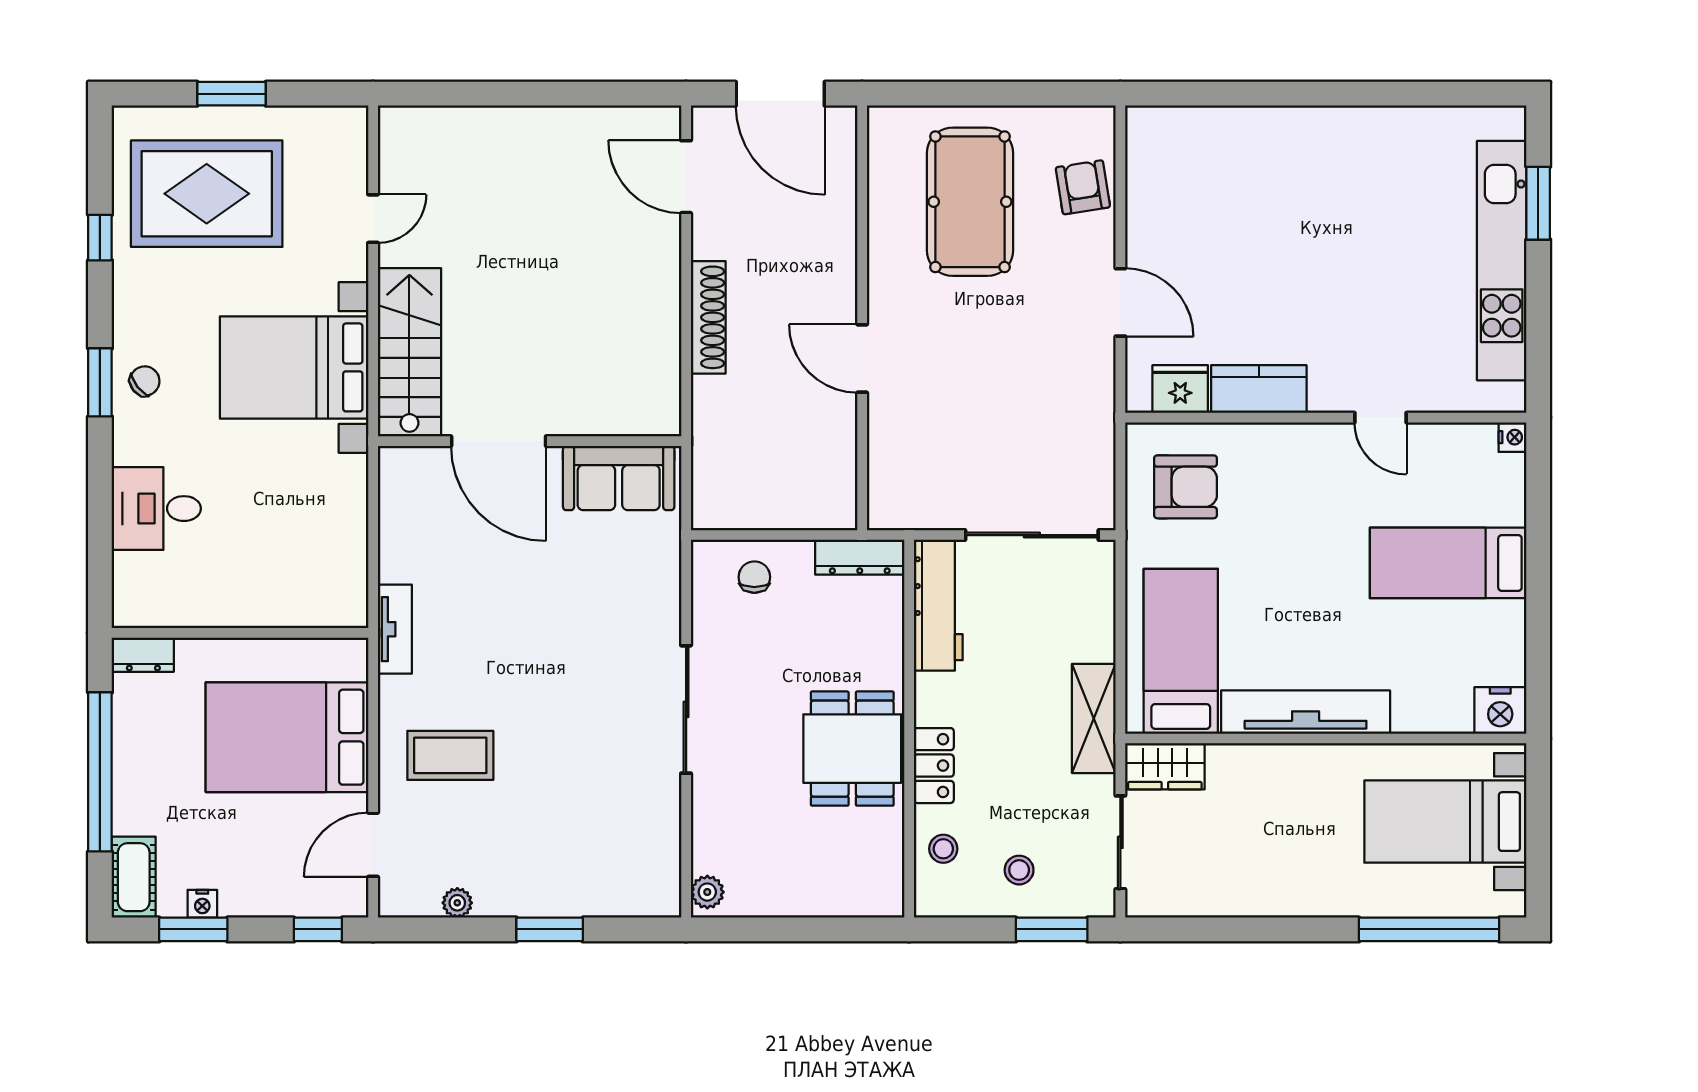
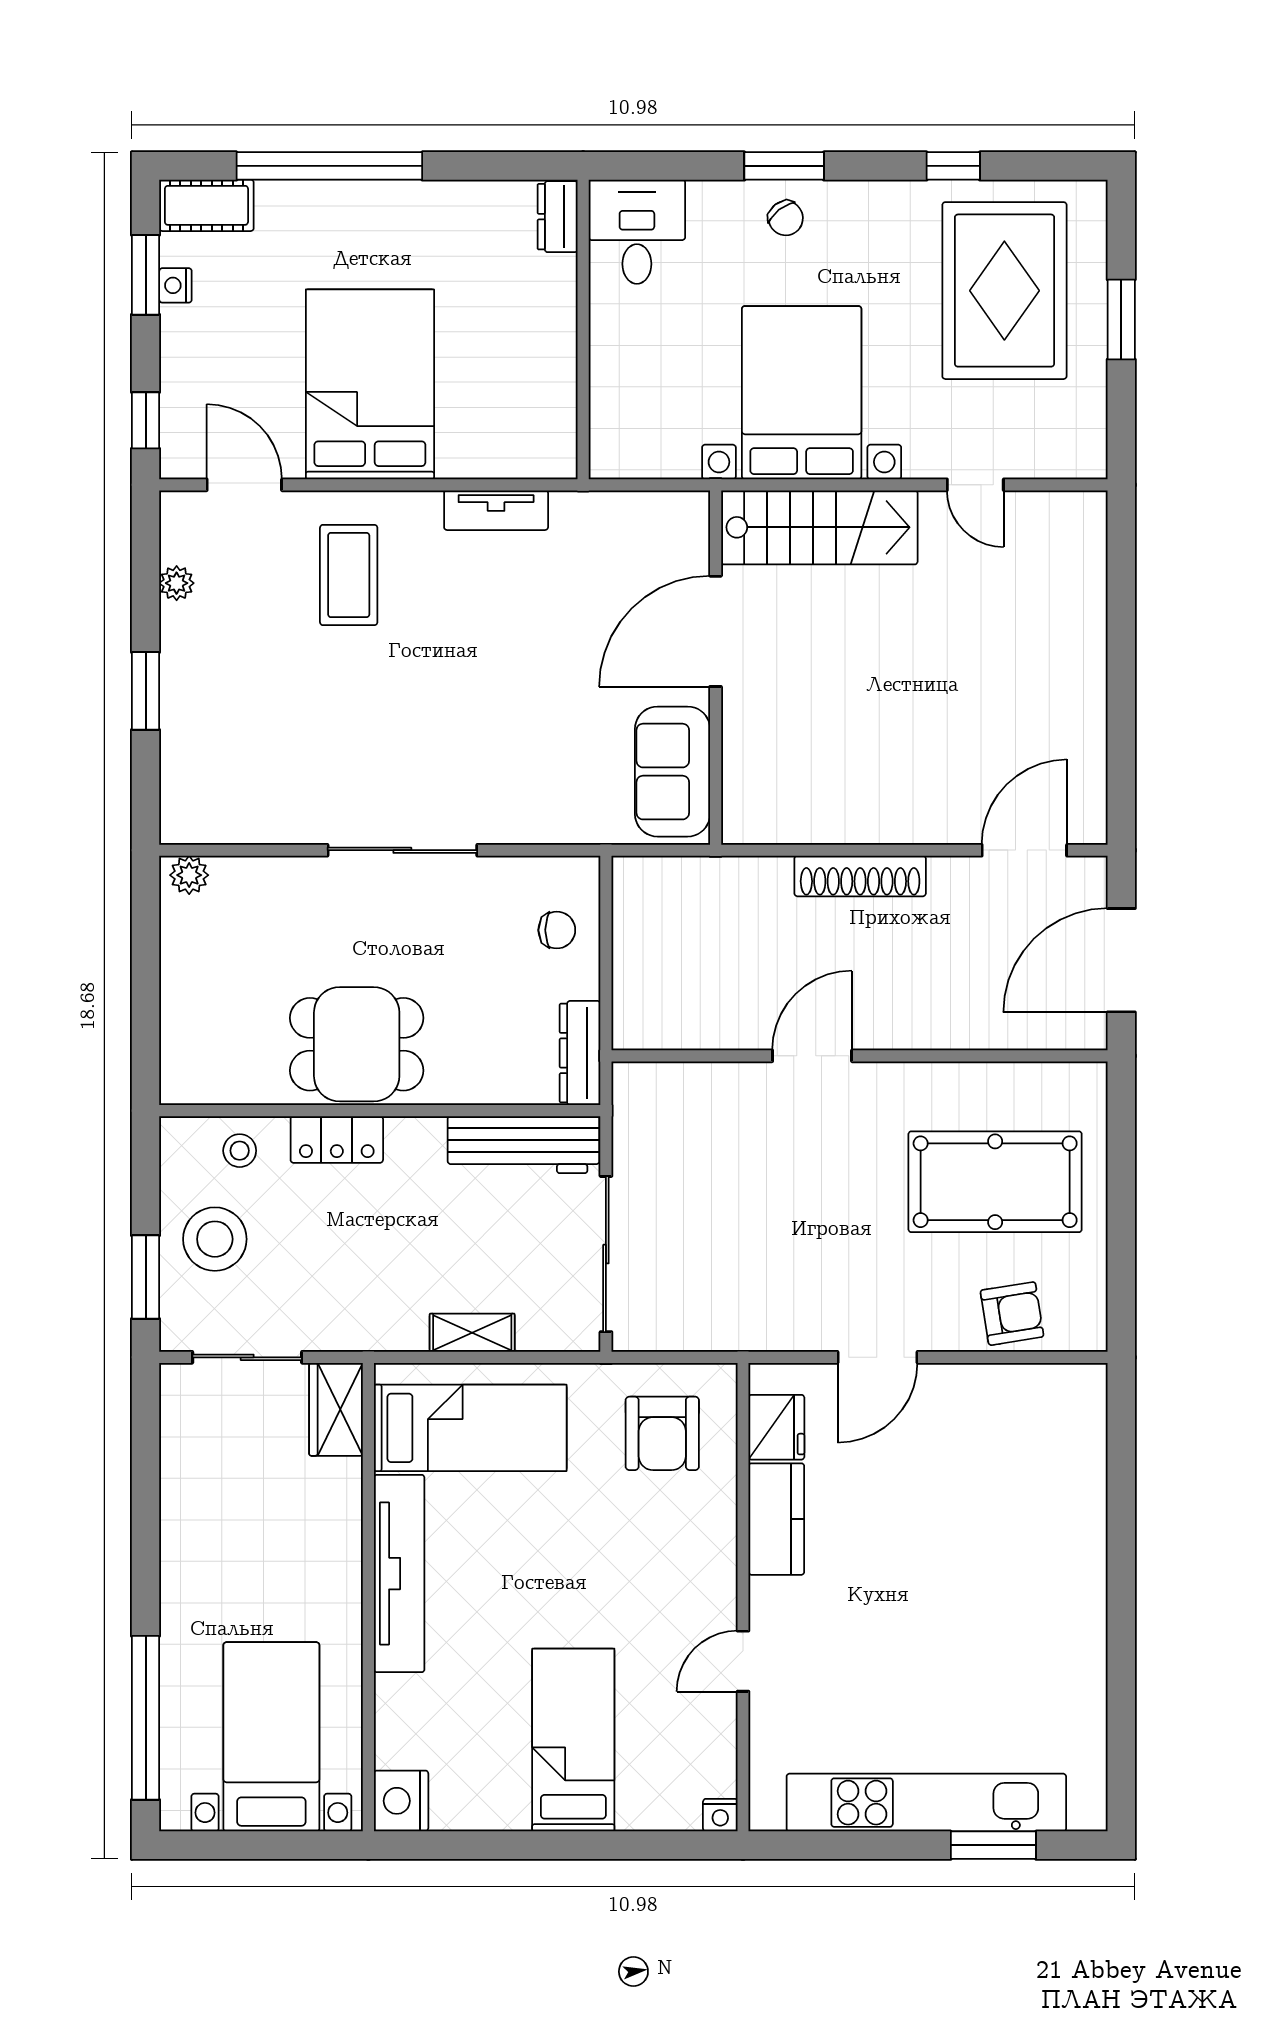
wall: (240, 633) -> (583, 329), moved
dresser: (143, 655) -> (558, 217), moved
shelving: (1094, 718) -> (472, 1333), moved, width x0.67, depth x0.75
stool: (1019, 870) -> (215, 1239), width x1.89, depth x1.89

